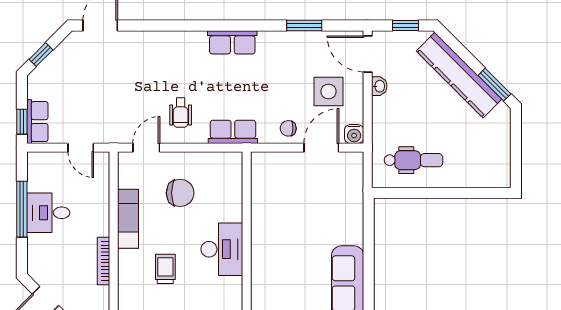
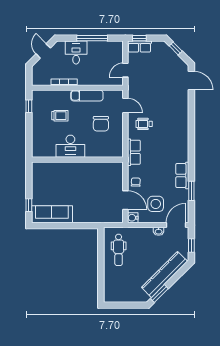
row of seats: (232, 42) -> (182, 176), moved
desk: (48, 213) -> (76, 52), moved

